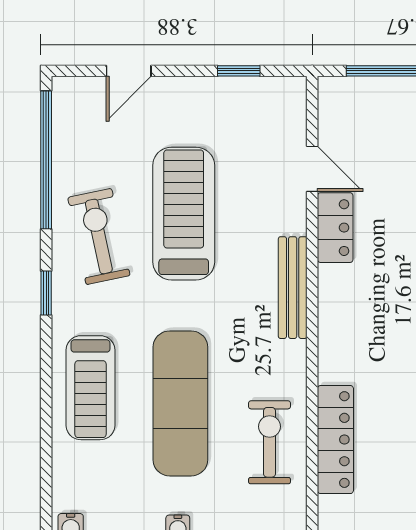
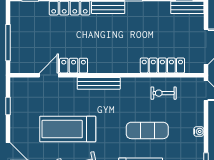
exercise mat: (180, 403) -> (147, 130), width x0.73, depth x0.69
exercise bike: (270, 442) -> (164, 93), width x0.73, depth x0.72

